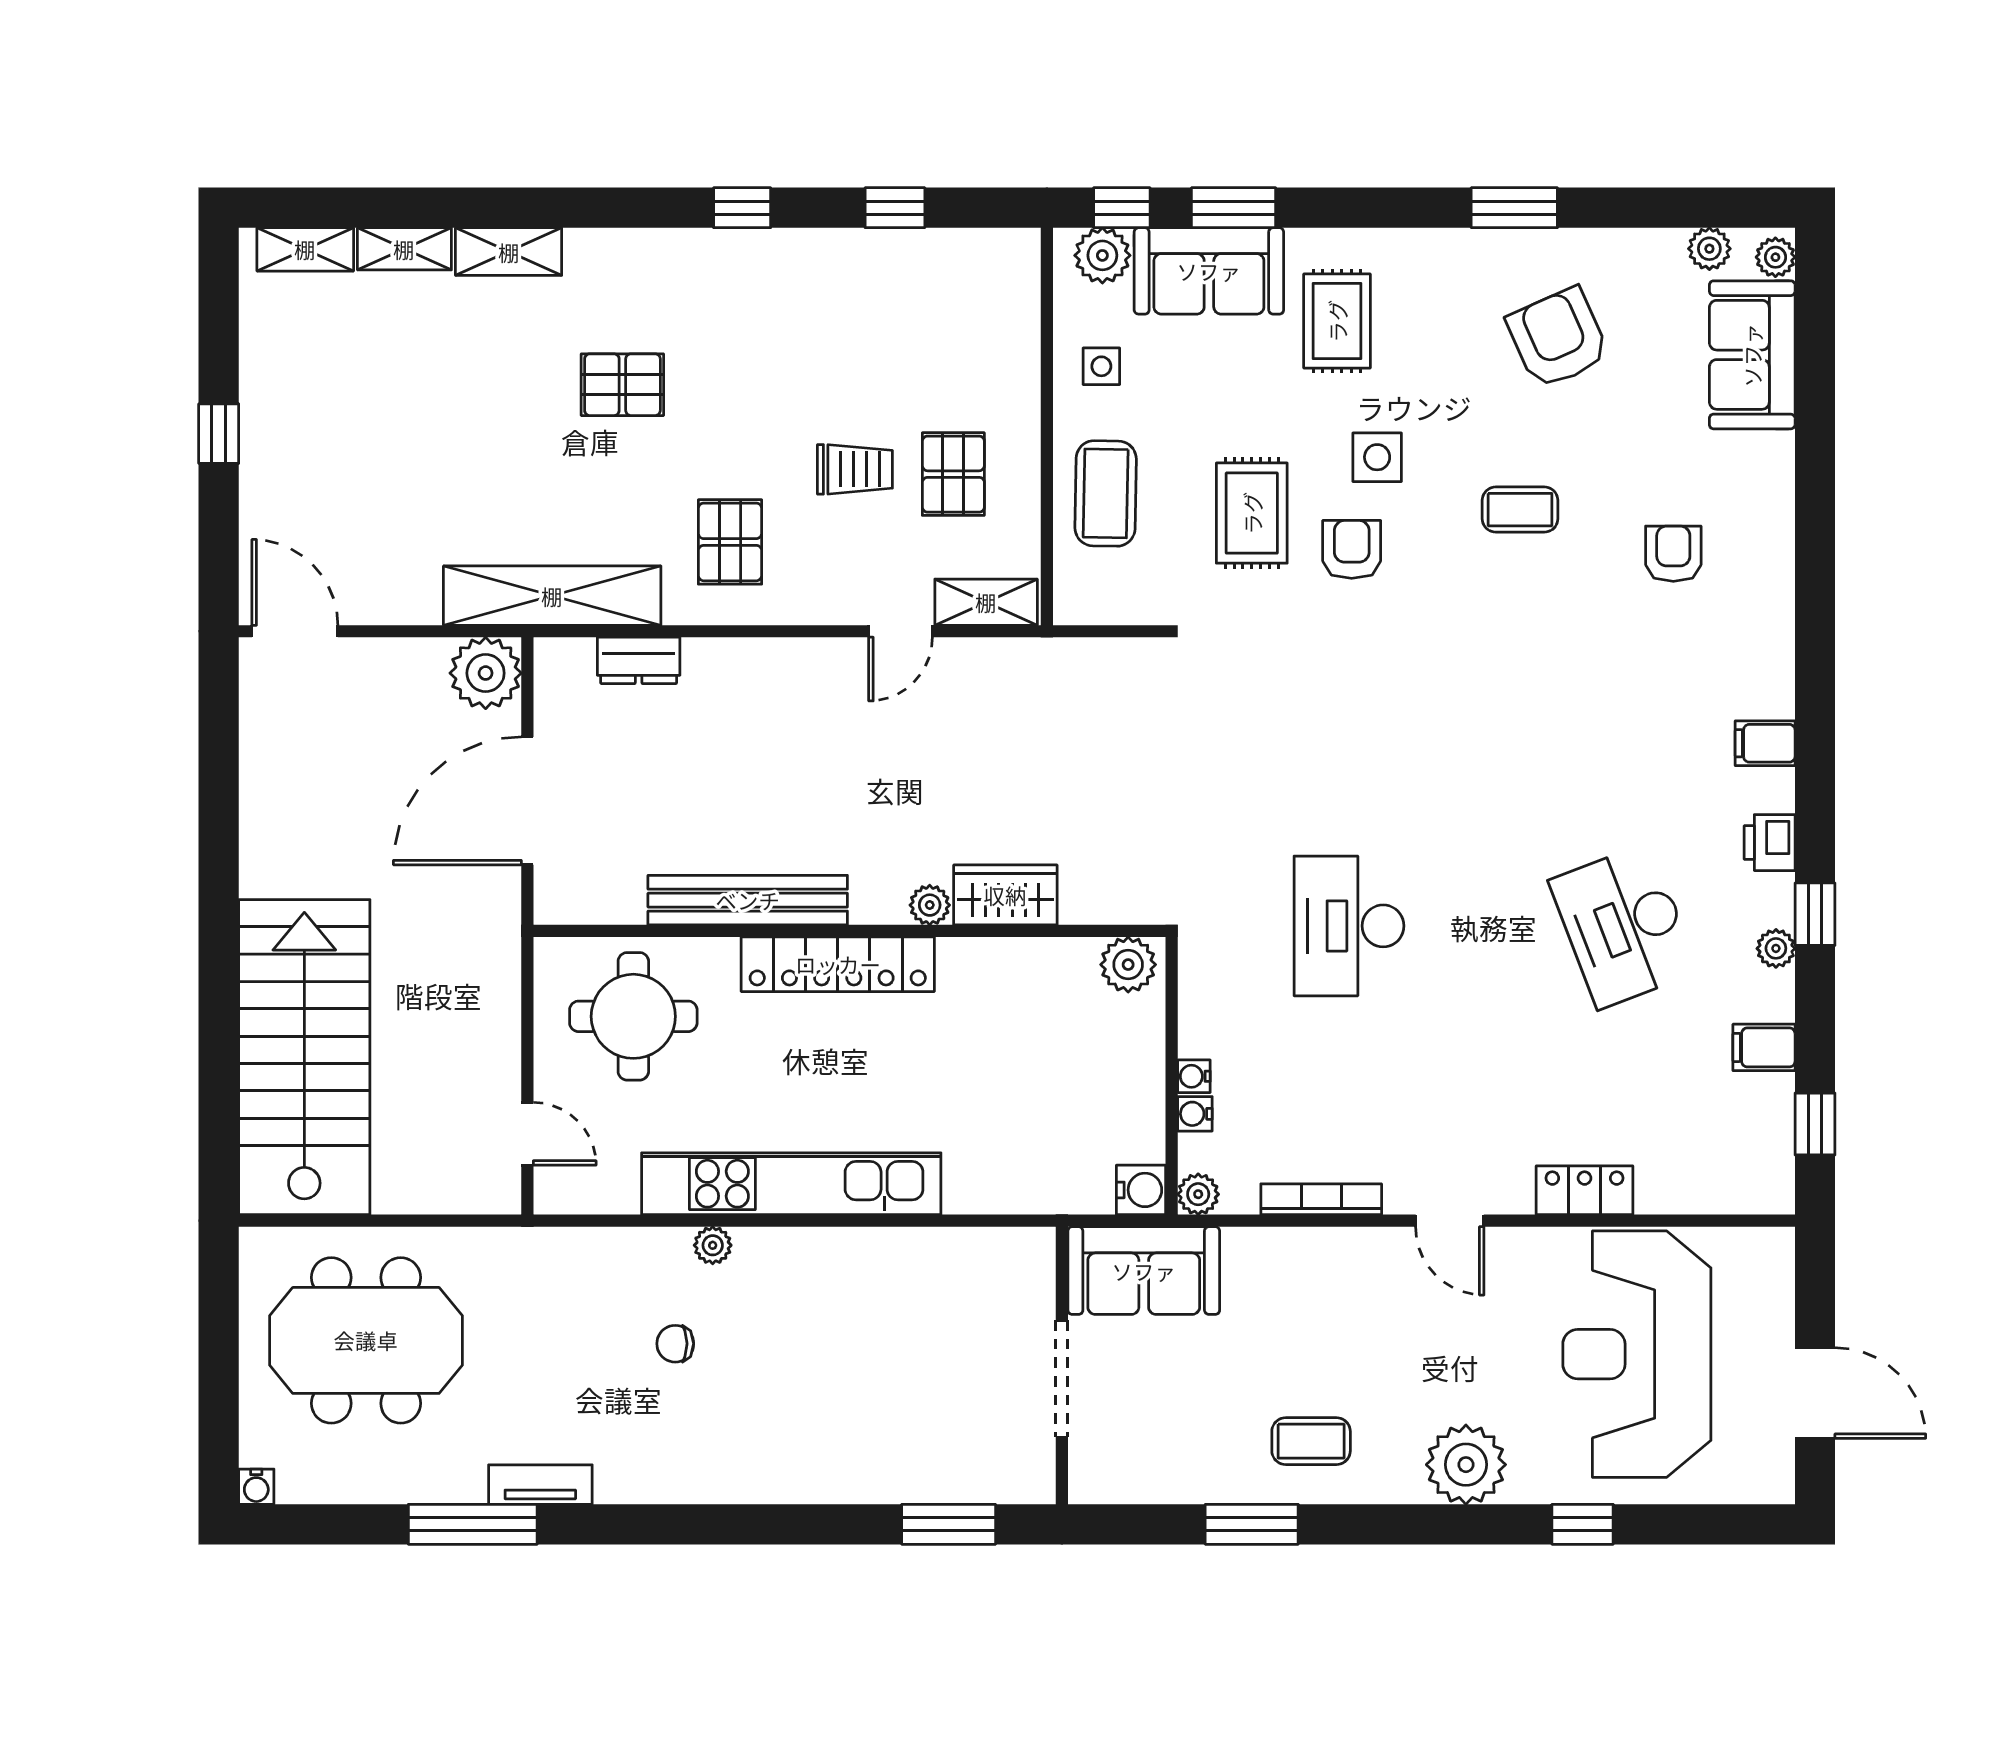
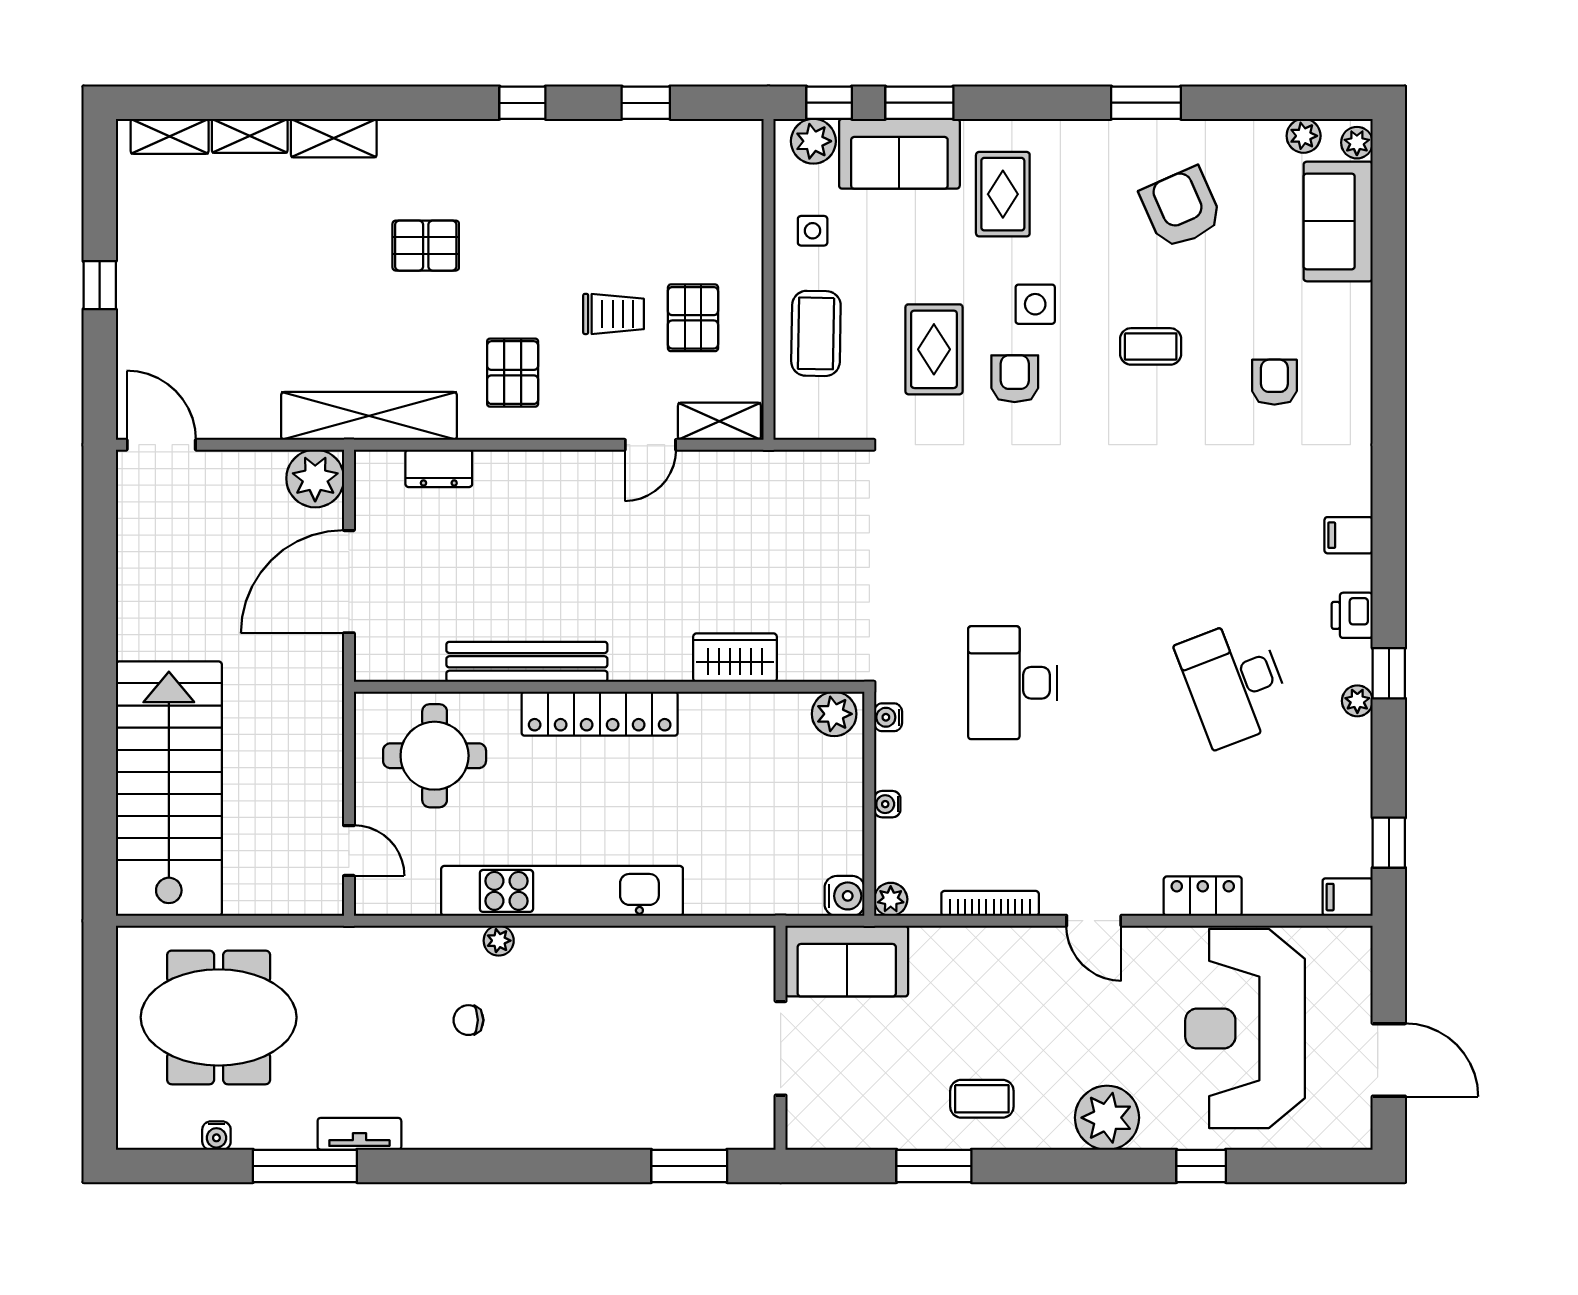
plant: (930, 905) -> (674, 666), removed
filing cabinet: (1764, 1047) -> (1348, 897), moved
water cooler: (1195, 1114) -> (888, 717), moved
water cooler: (256, 1487) -> (216, 1136), moved

